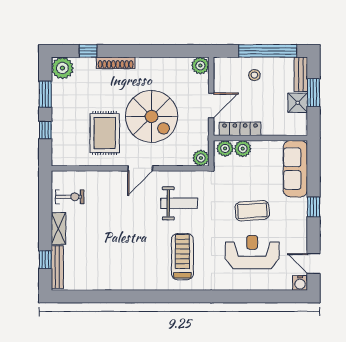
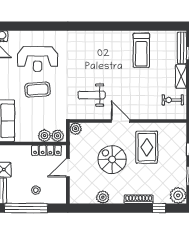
plant: (200, 66) -> (103, 197), moved
spiral stairs: (152, 116) -> (112, 159), width x0.73, depth x0.73
door: (140, 168) -> (121, 121), hinge flipped
treadmill: (182, 257) -> (141, 50), moved

